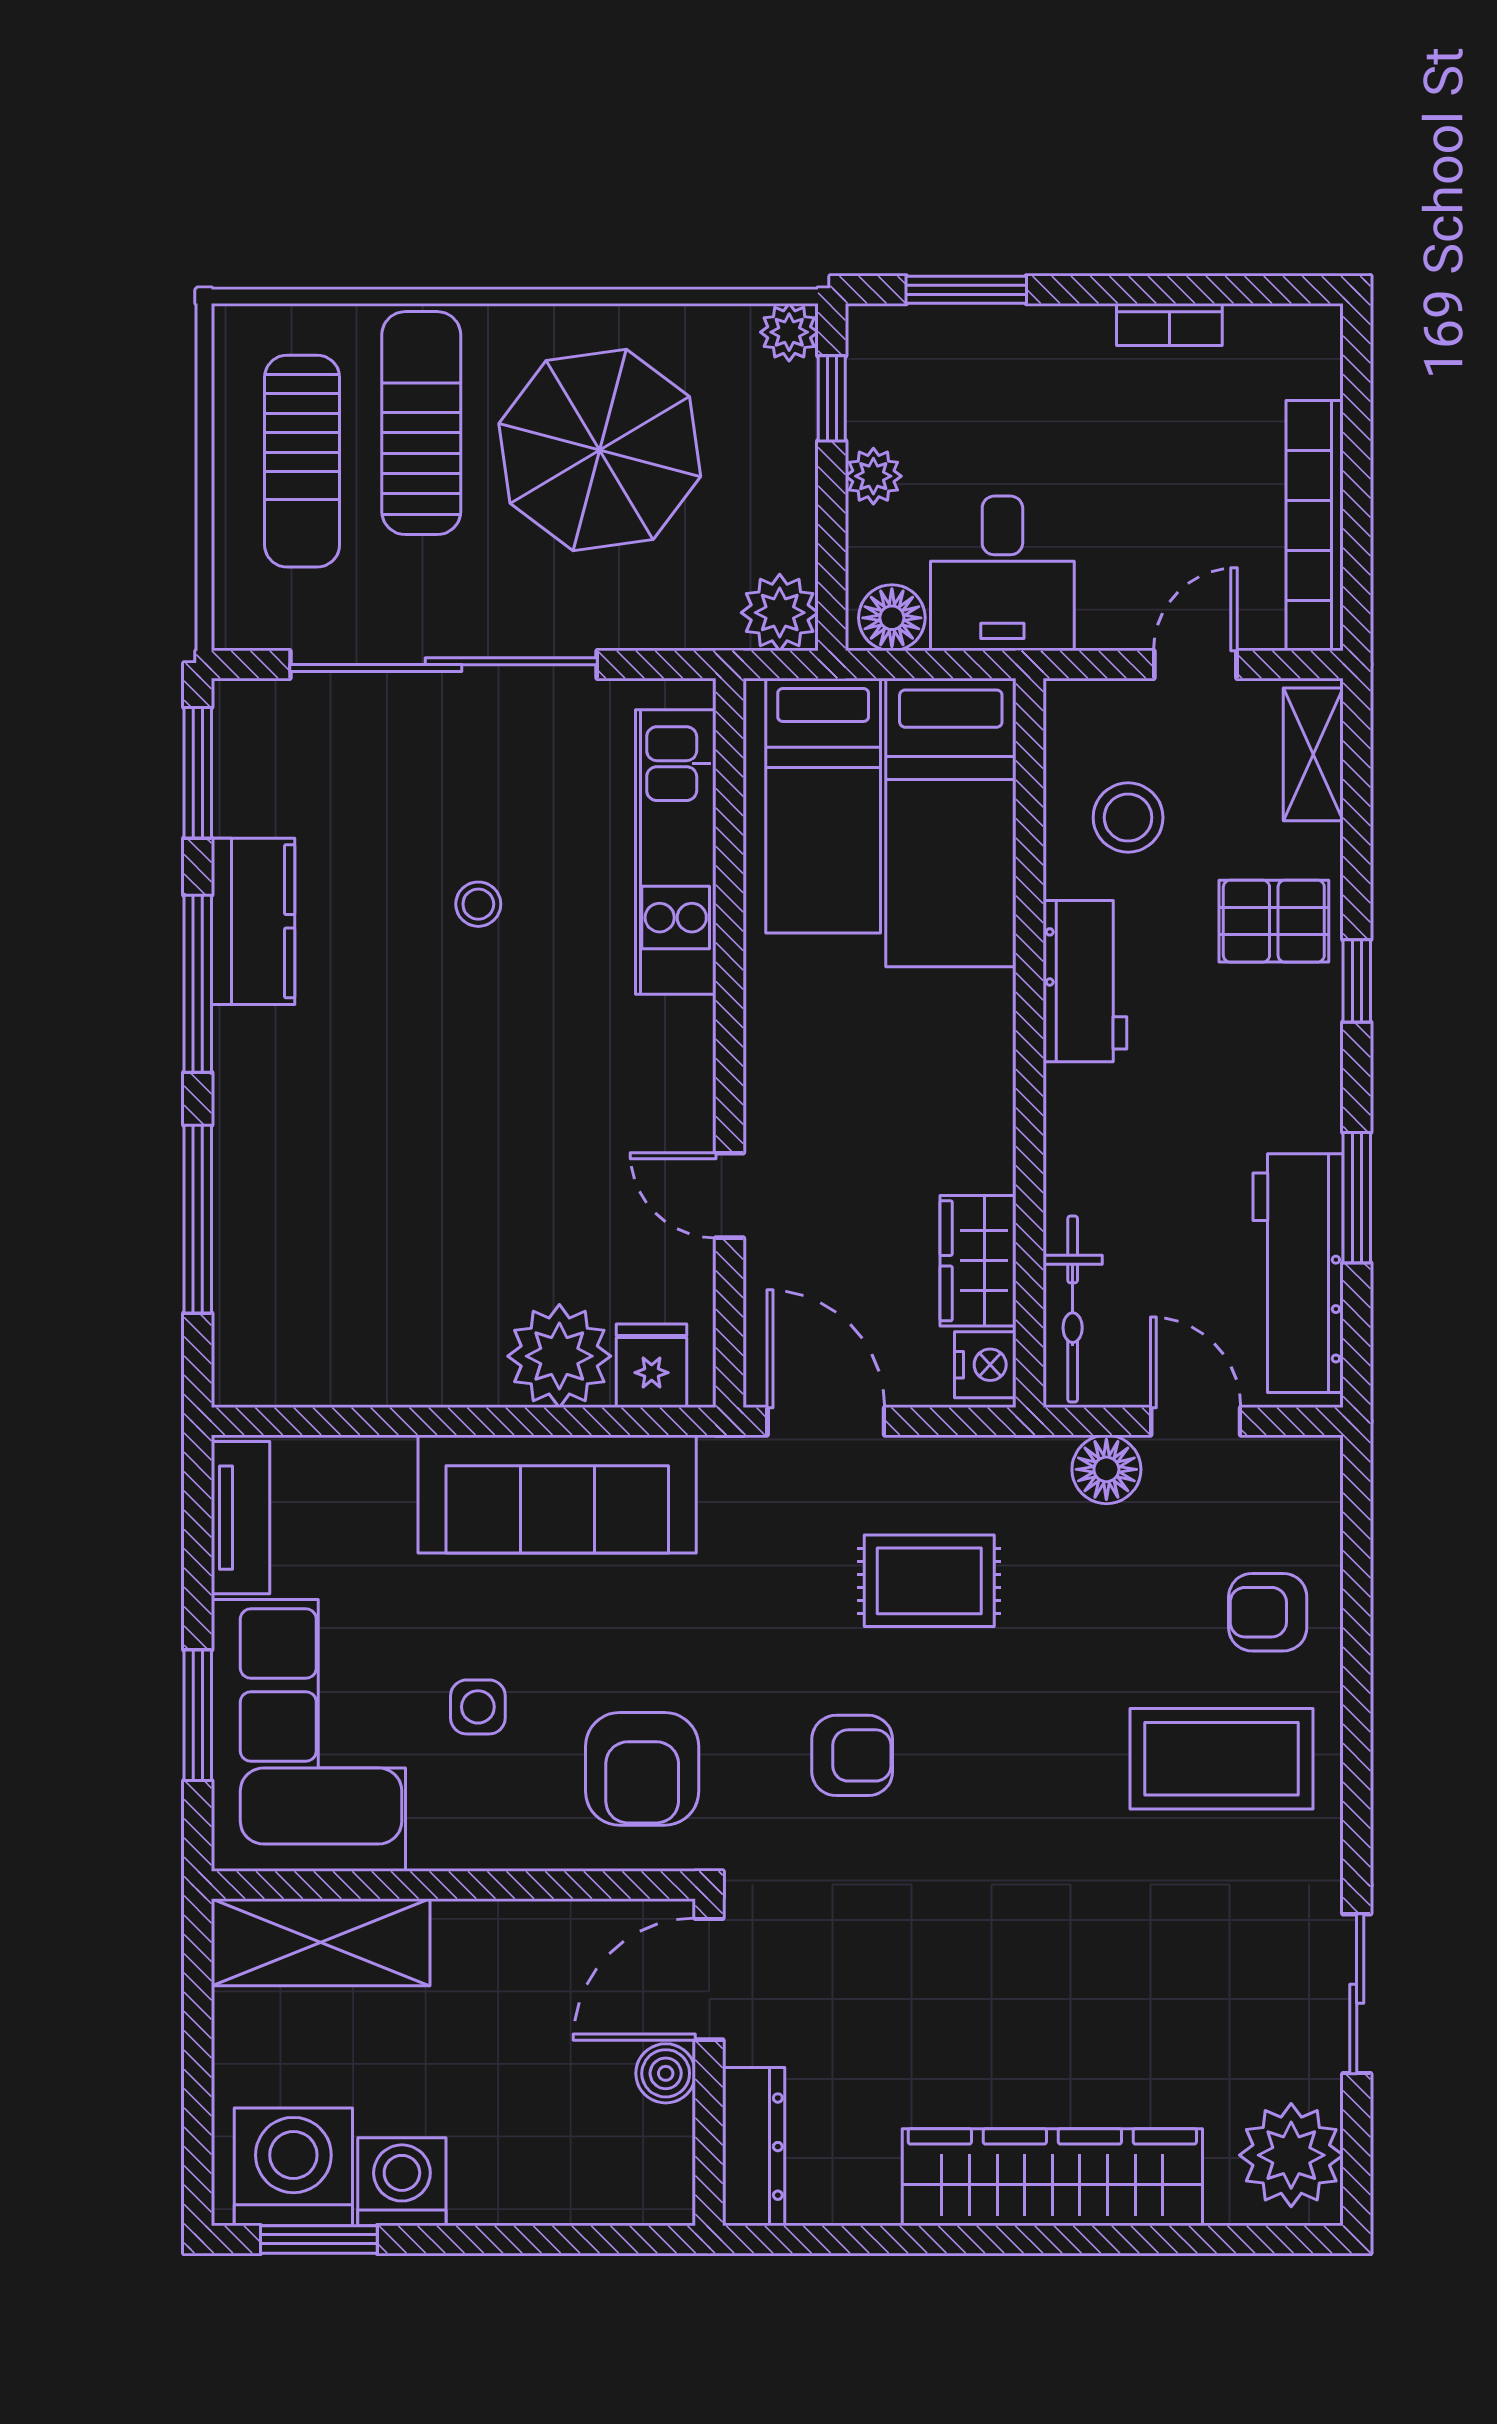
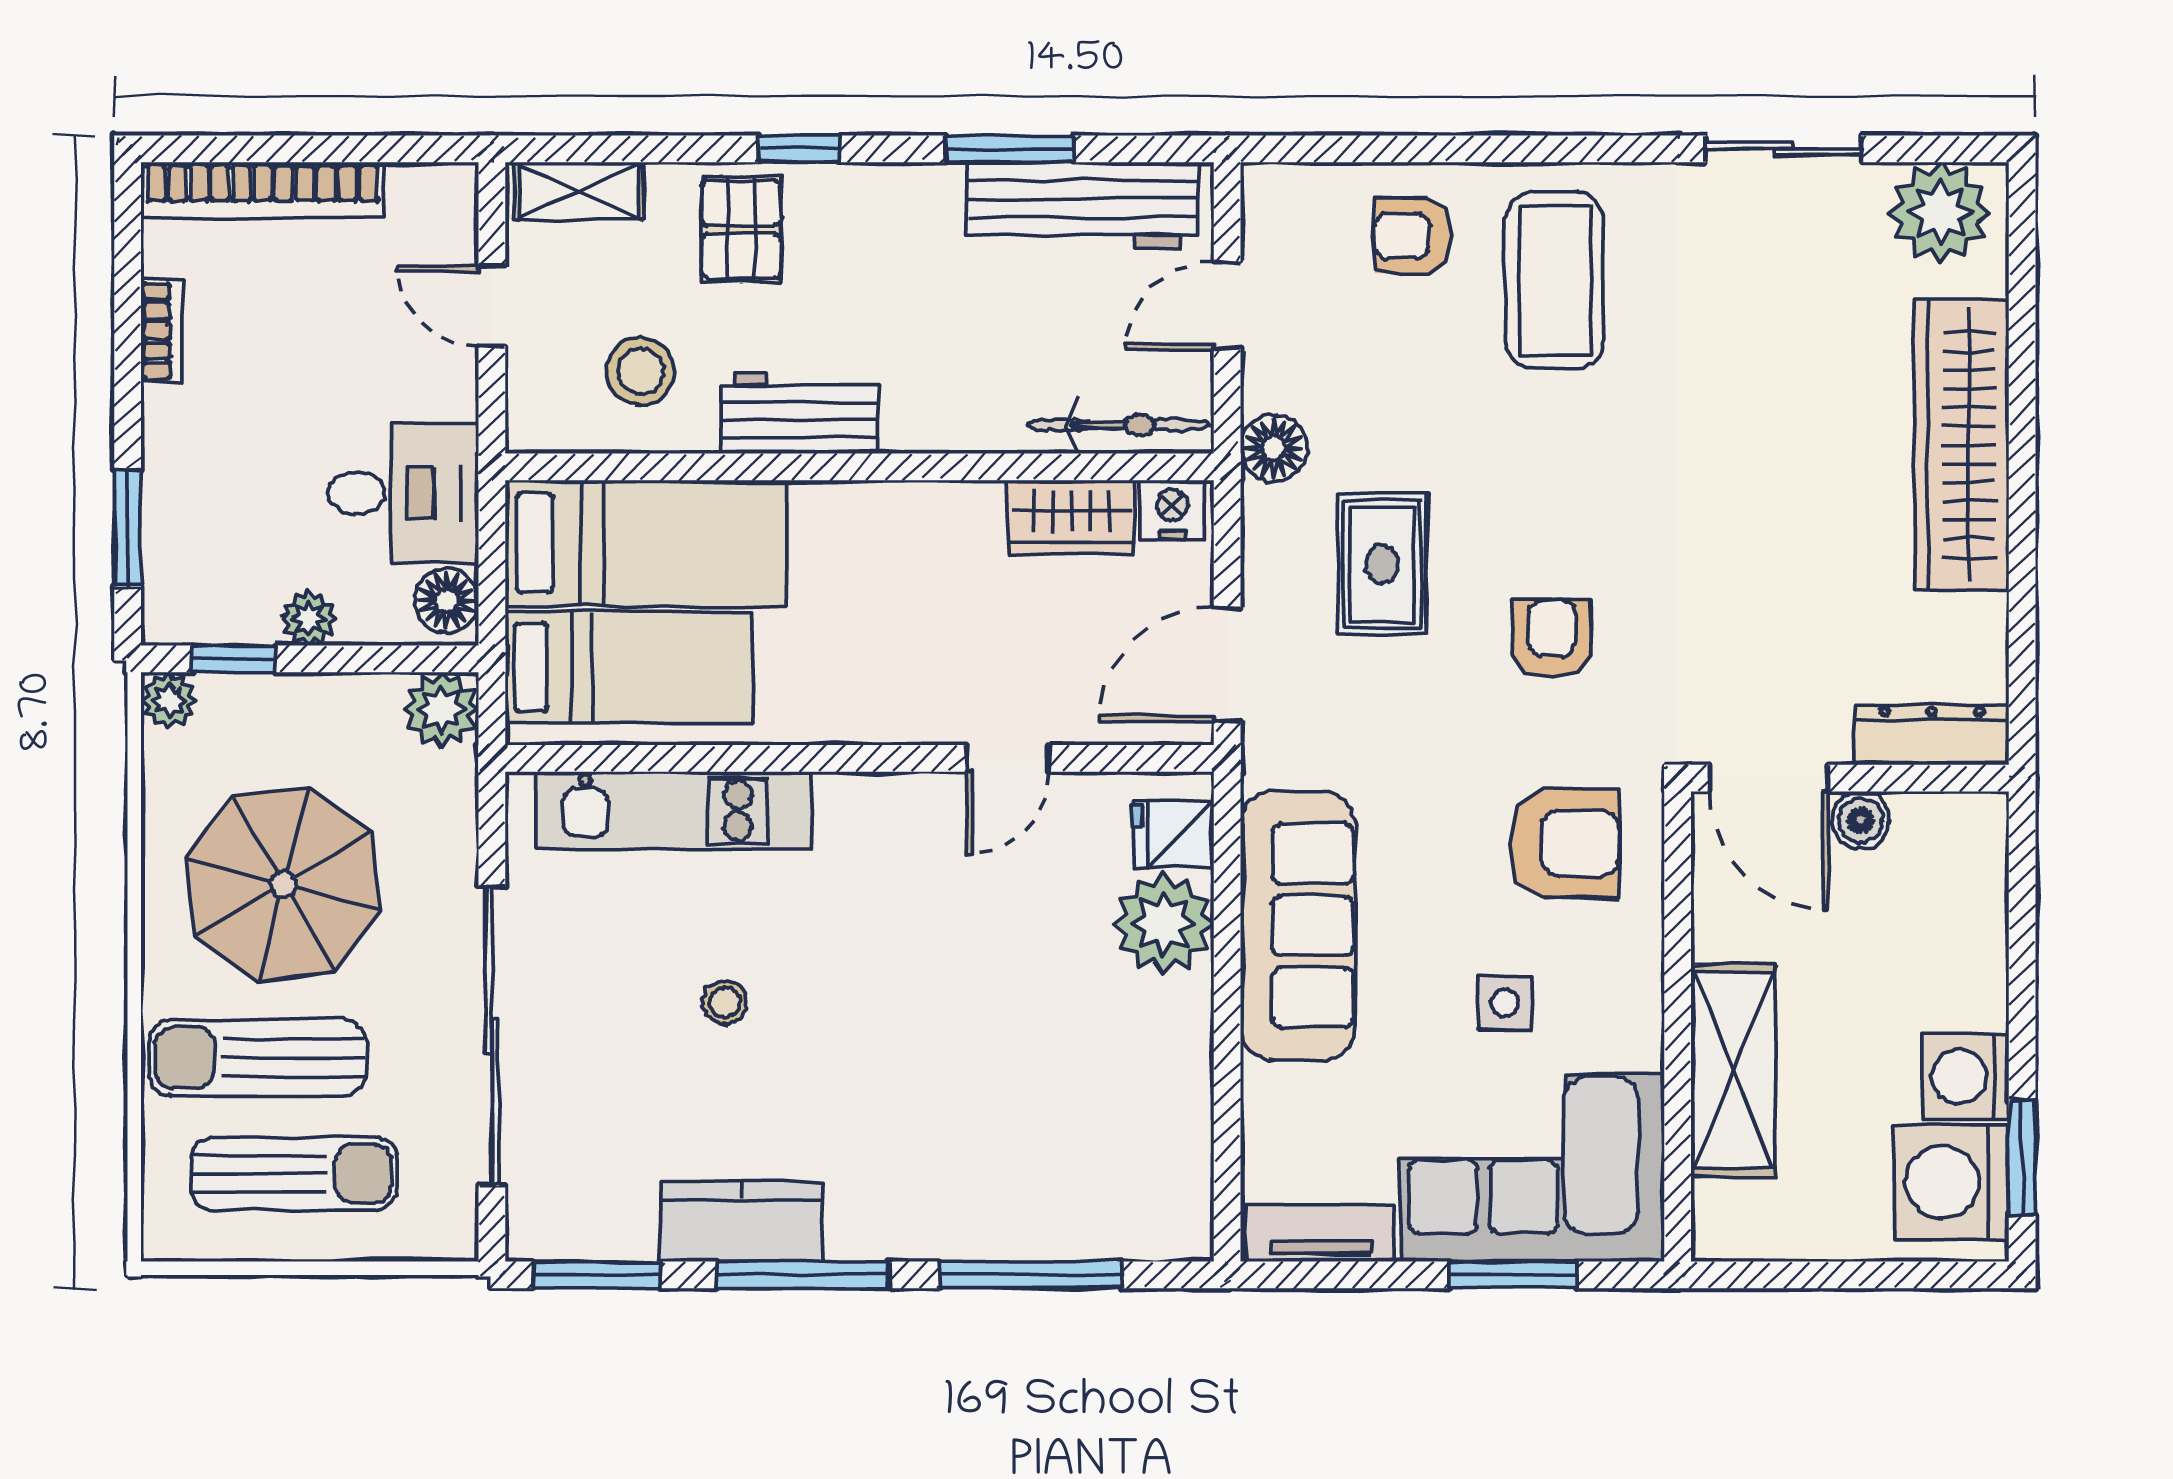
bookcase: (1315, 526) -> (263, 190), moved
floor lamp: (1106, 1469) -> (1274, 448), moved
armchair: (1268, 1612) -> (1413, 235), turned 90
shelving: (321, 1942) -> (1733, 1070), moved

